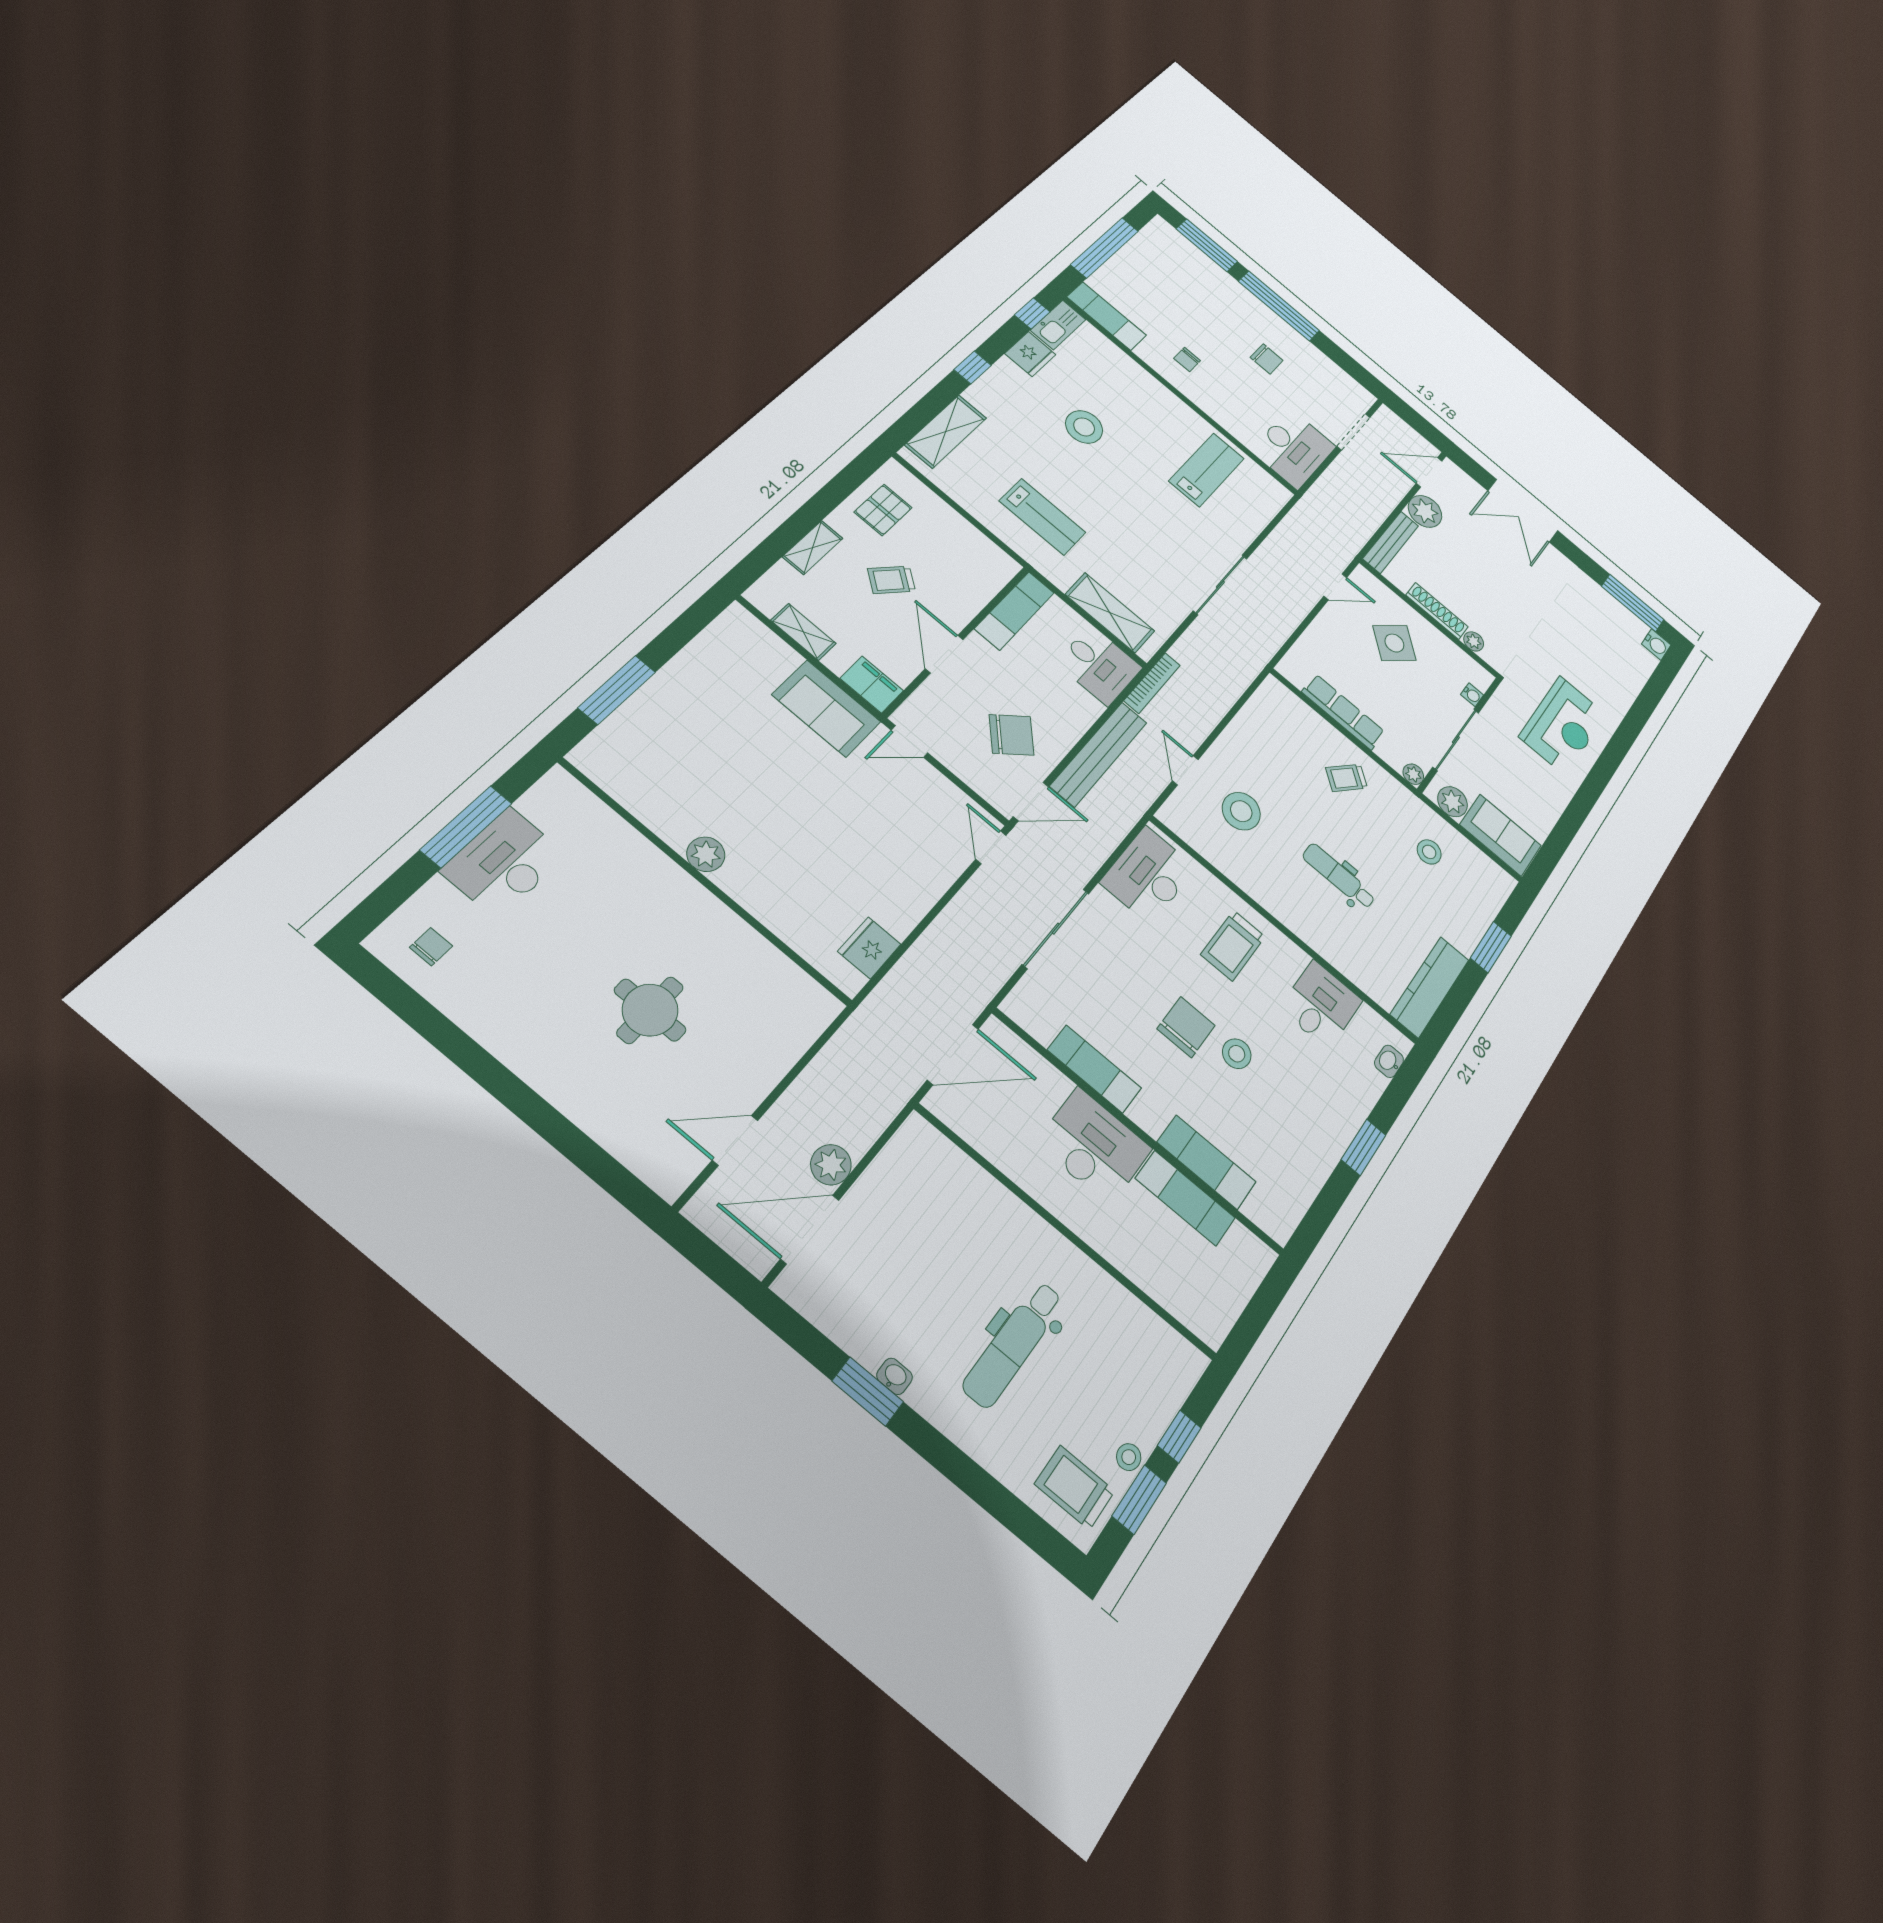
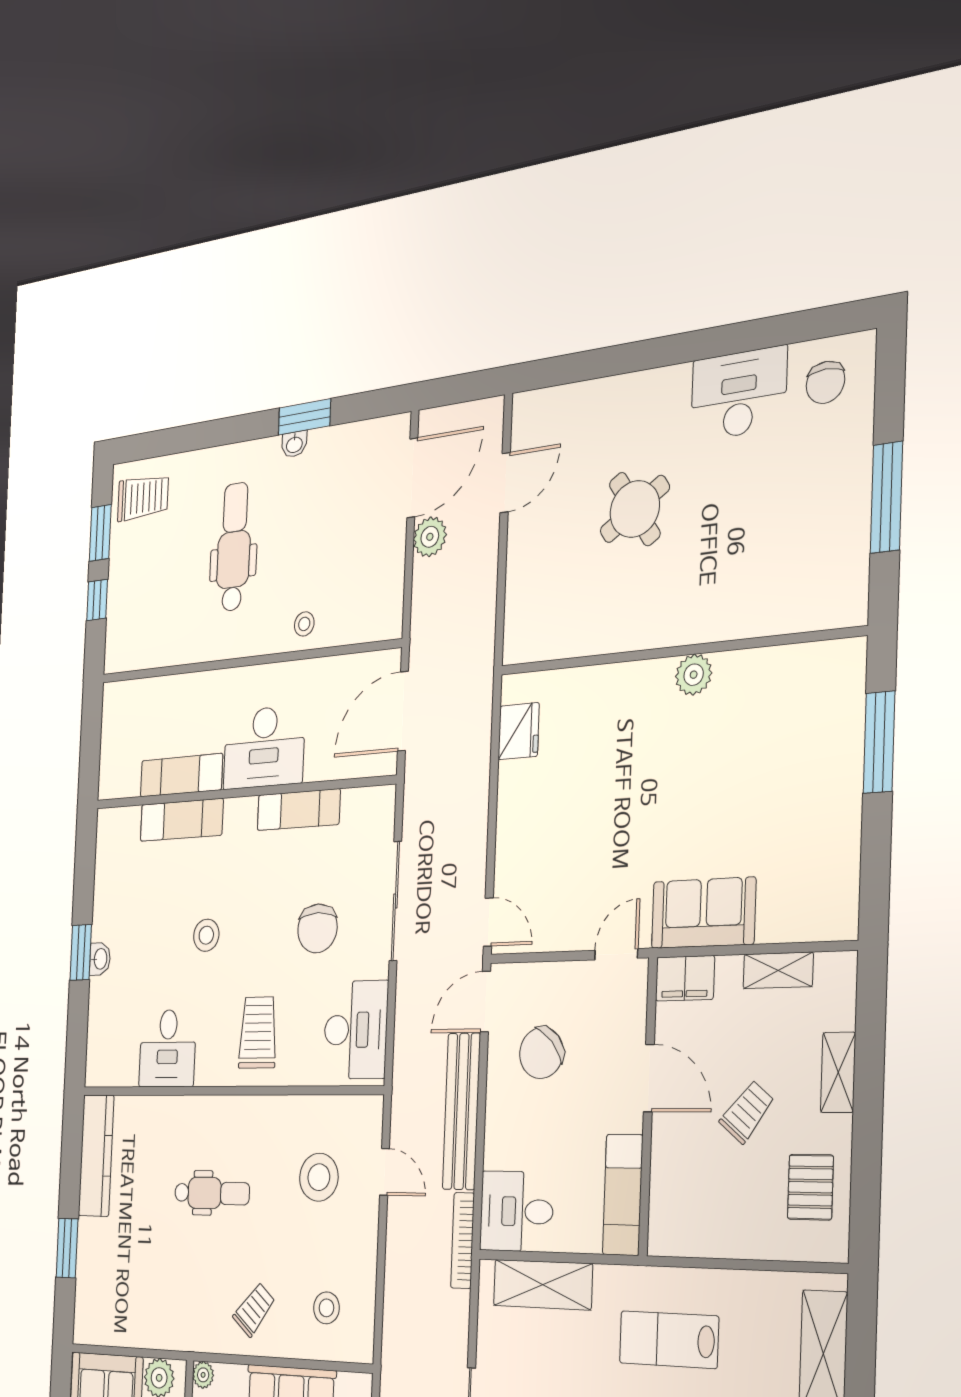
stool: (1429, 852) -> (326, 1308), moved
desk: (504, 863) -> (739, 394), moved, turned -90
chair: (431, 947) -> (825, 382), width x1.37, depth x1.37
round table: (650, 1010) -> (635, 509), turned -34
chair: (1186, 1027) -> (317, 928), moved
washbasin: (1389, 1061) -> (100, 959), moved
stool: (1129, 1457) -> (304, 624), moved

